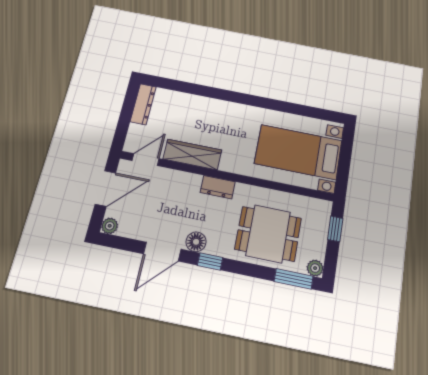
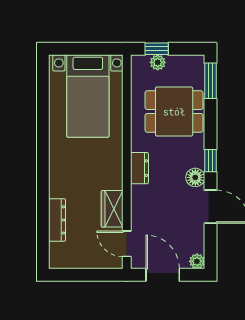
dresser: (143, 104) -> (57, 220), moved, turned 90
wardrobe: (192, 155) -> (112, 209), width x0.67
dining table: (268, 234) -> (174, 112), turned 90
plant: (315, 268) -> (158, 62), moved

